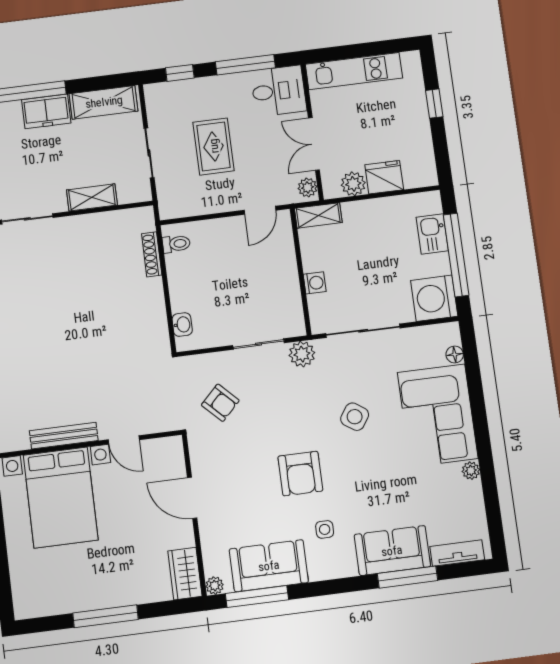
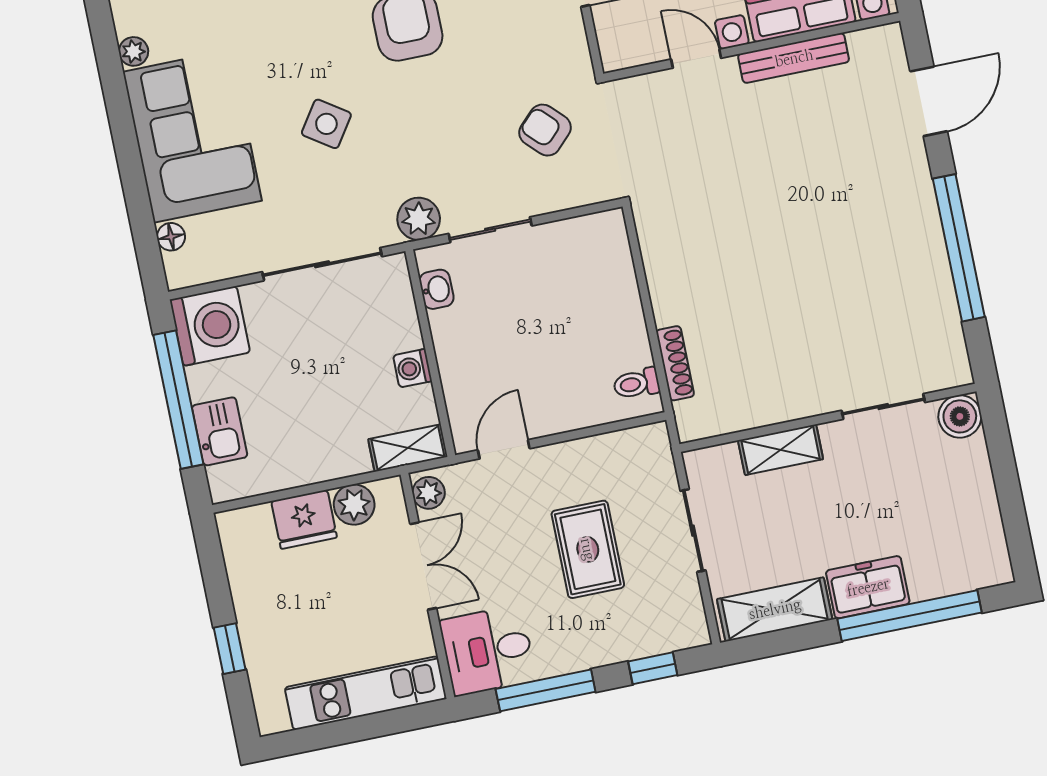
washing machine: (315, 283) -> (413, 368), moved
washbasin: (182, 325) -> (437, 289), moved, turned 180

